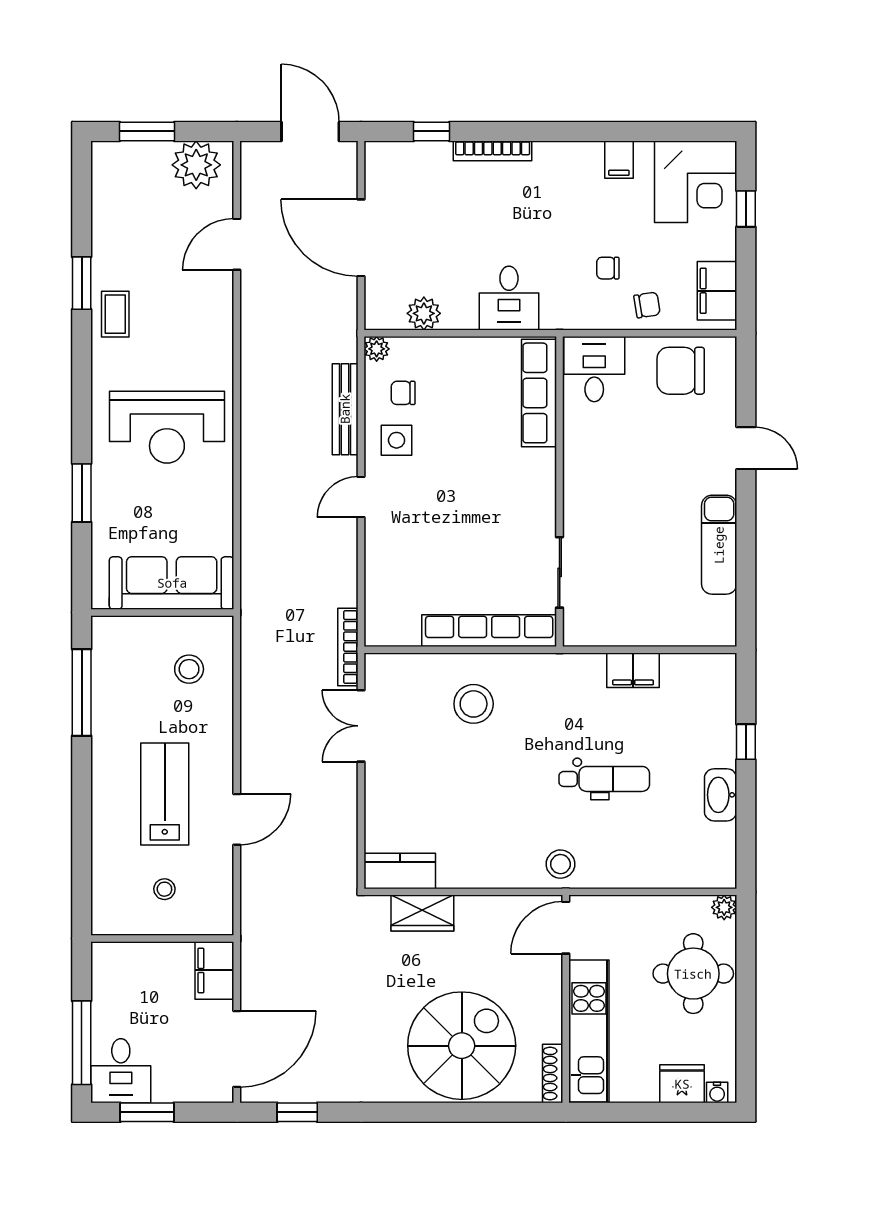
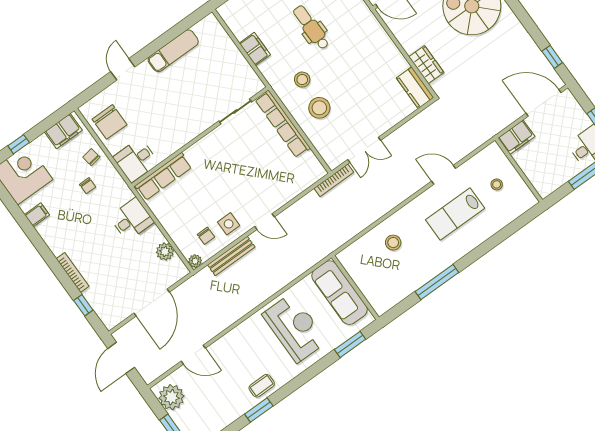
sofa: (172, 583) -> (340, 293), moved
wall: (162, 613) -> (355, 287), moved
stool: (560, 864) -> (302, 80), moved

